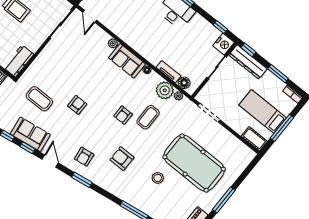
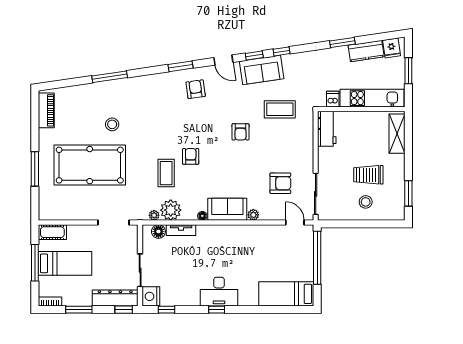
armchair: (122, 159) -> (280, 183), moved
window: (224, 200) -> (35, 169), moved

